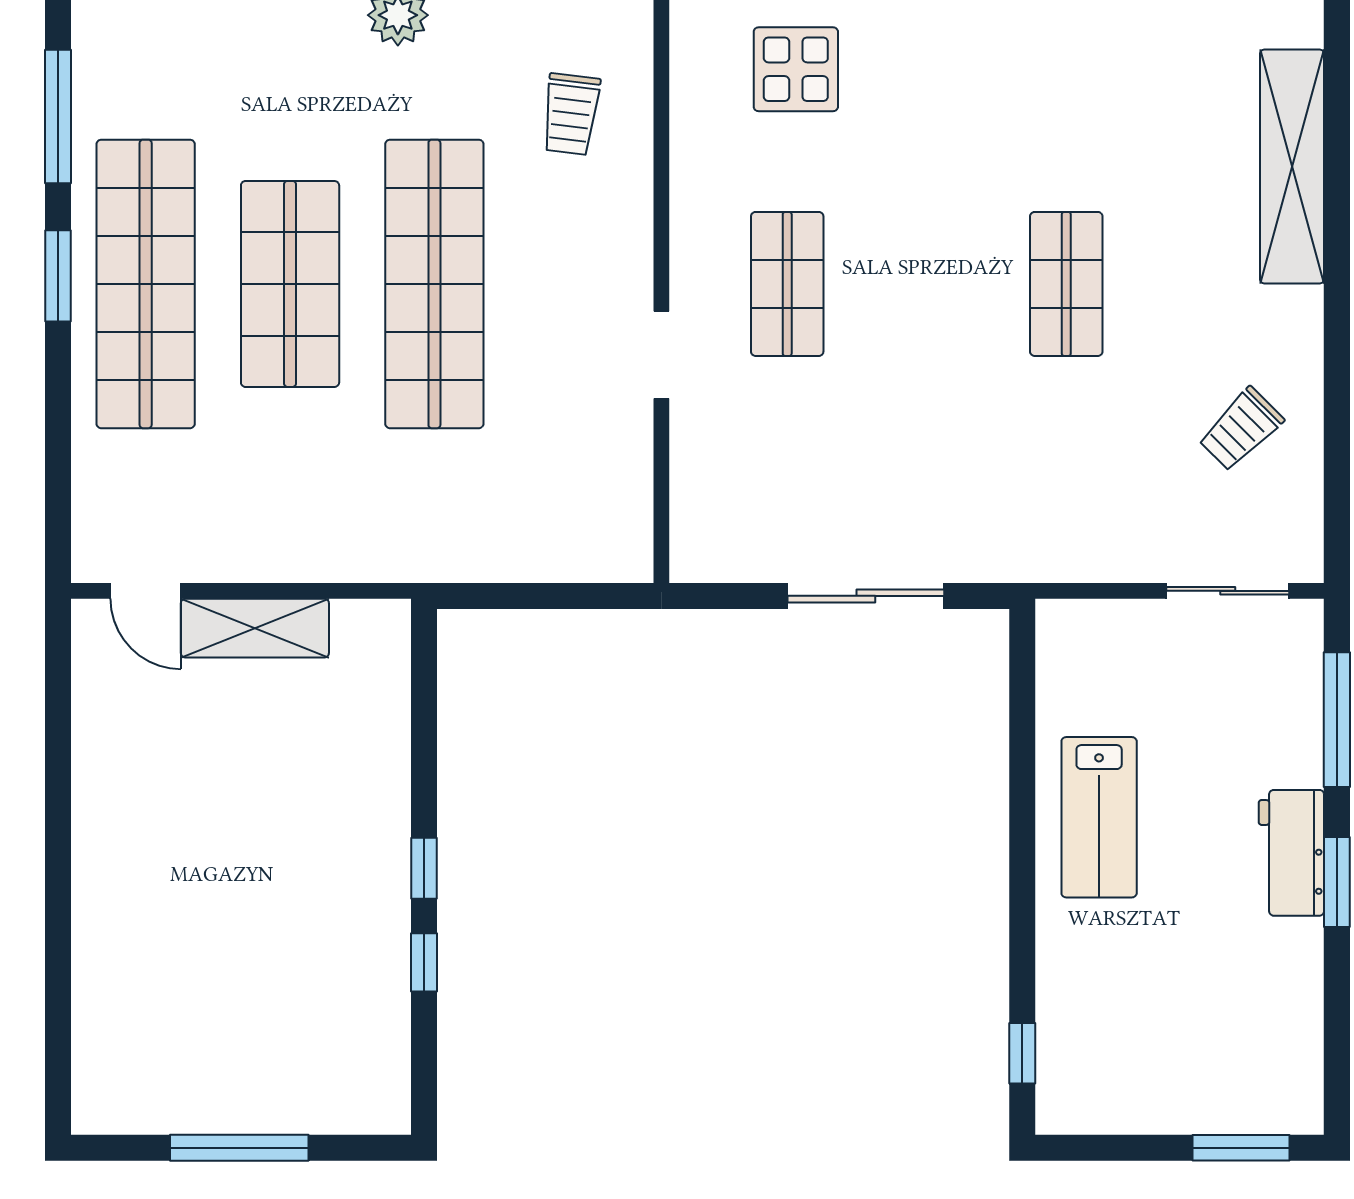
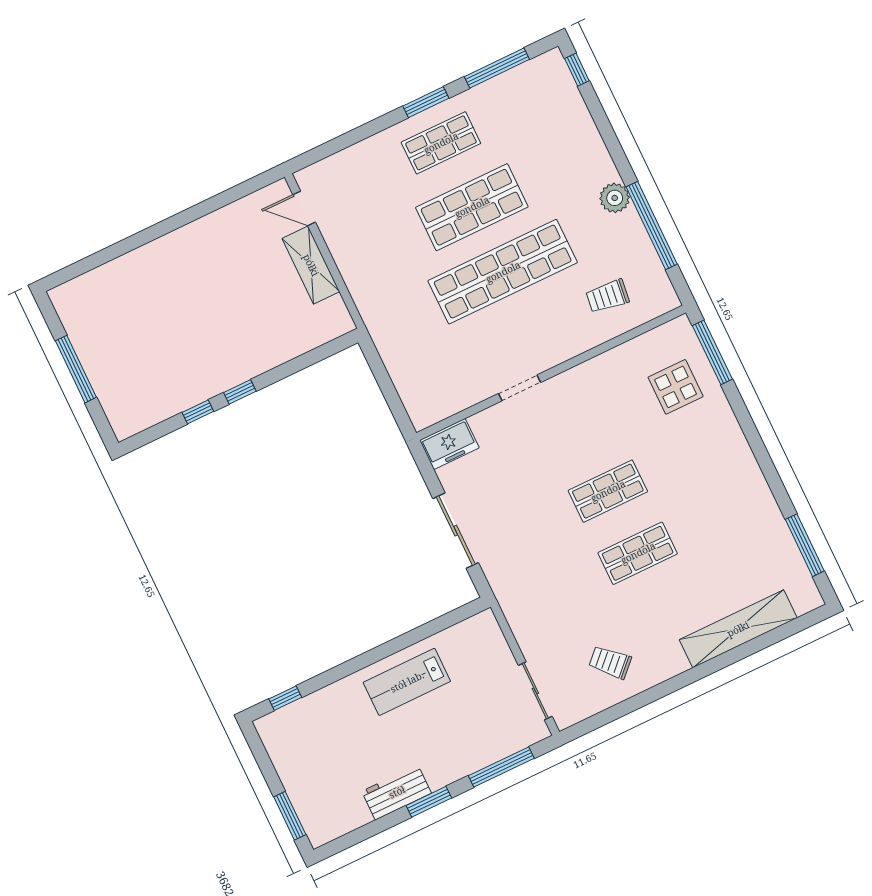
shop shelf: (146, 284) -> (441, 143), width x0.50, depth x0.74
shop shelf: (787, 284) -> (608, 491), moved
freezer: (702, 532) -> (449, 444), added
door: (146, 591) -> (304, 208), hinge flipped
workbench: (1291, 853) -> (397, 792), moved

